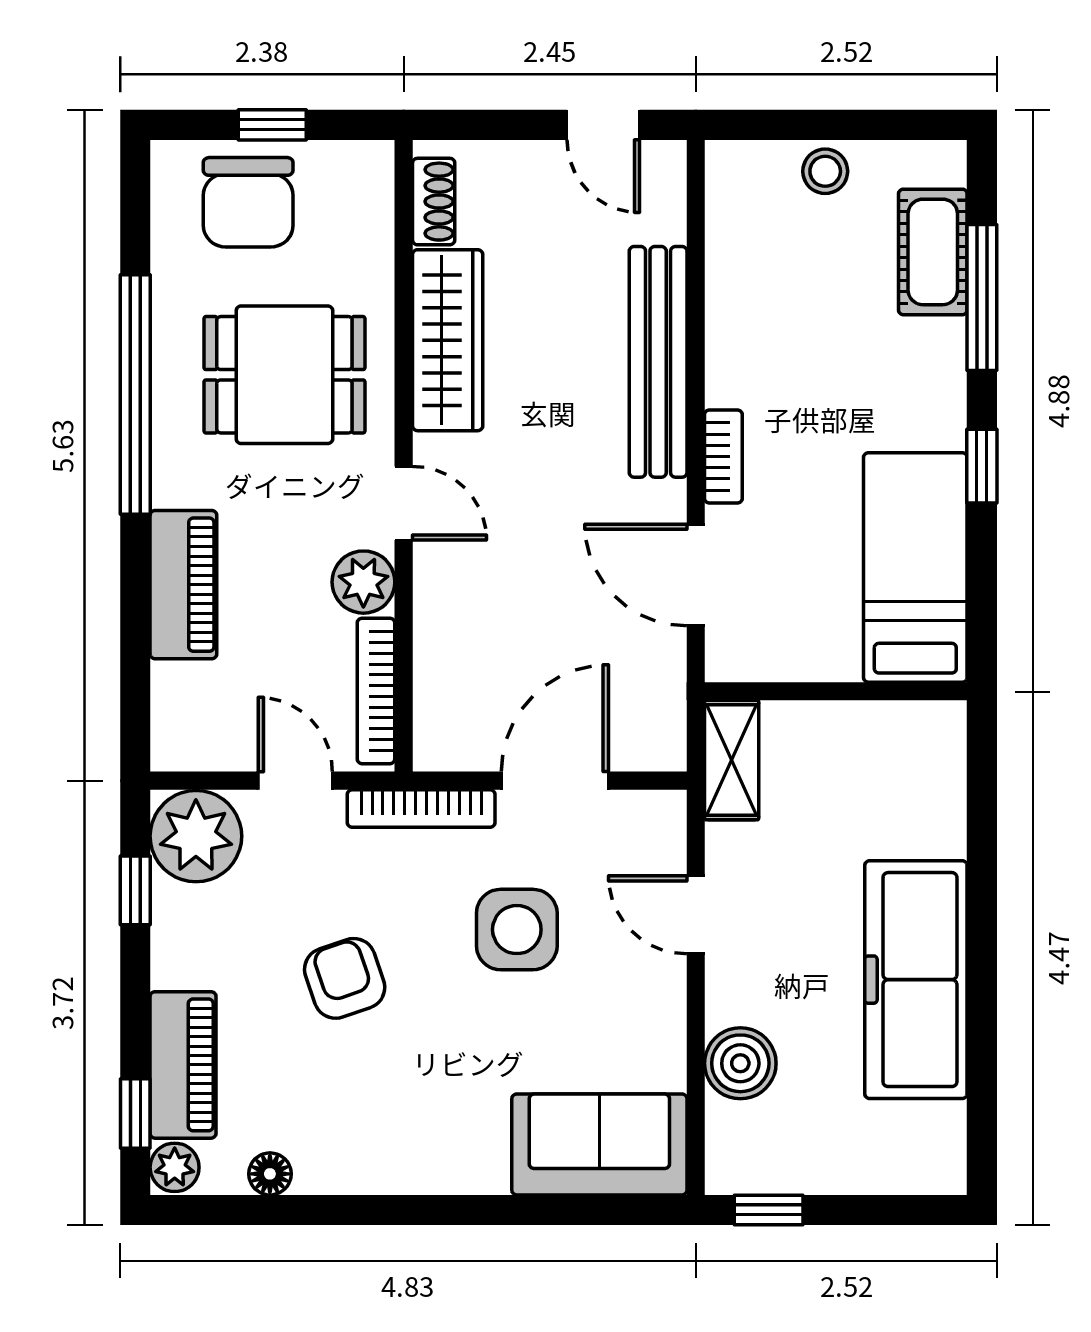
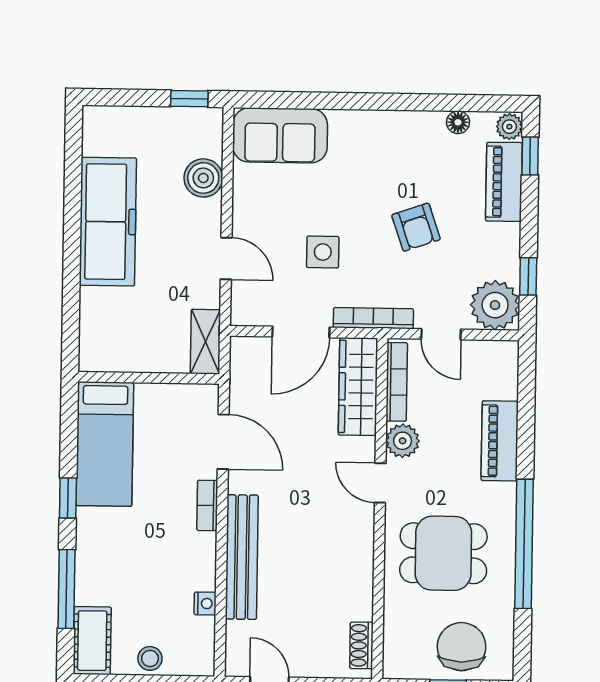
cot: (933, 252) -> (92, 641), moved
nightstand: (725, 275) -> (205, 604), added
wardrobe: (448, 340) -> (358, 387), moved
side table: (517, 930) -> (323, 252), width x0.73, depth x0.73

